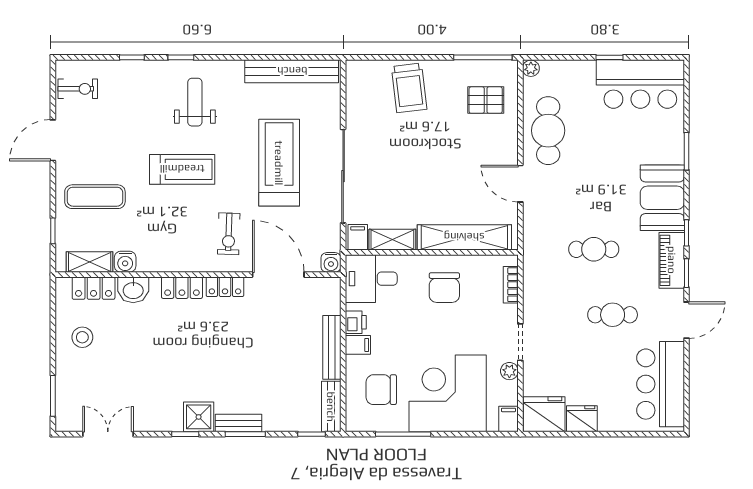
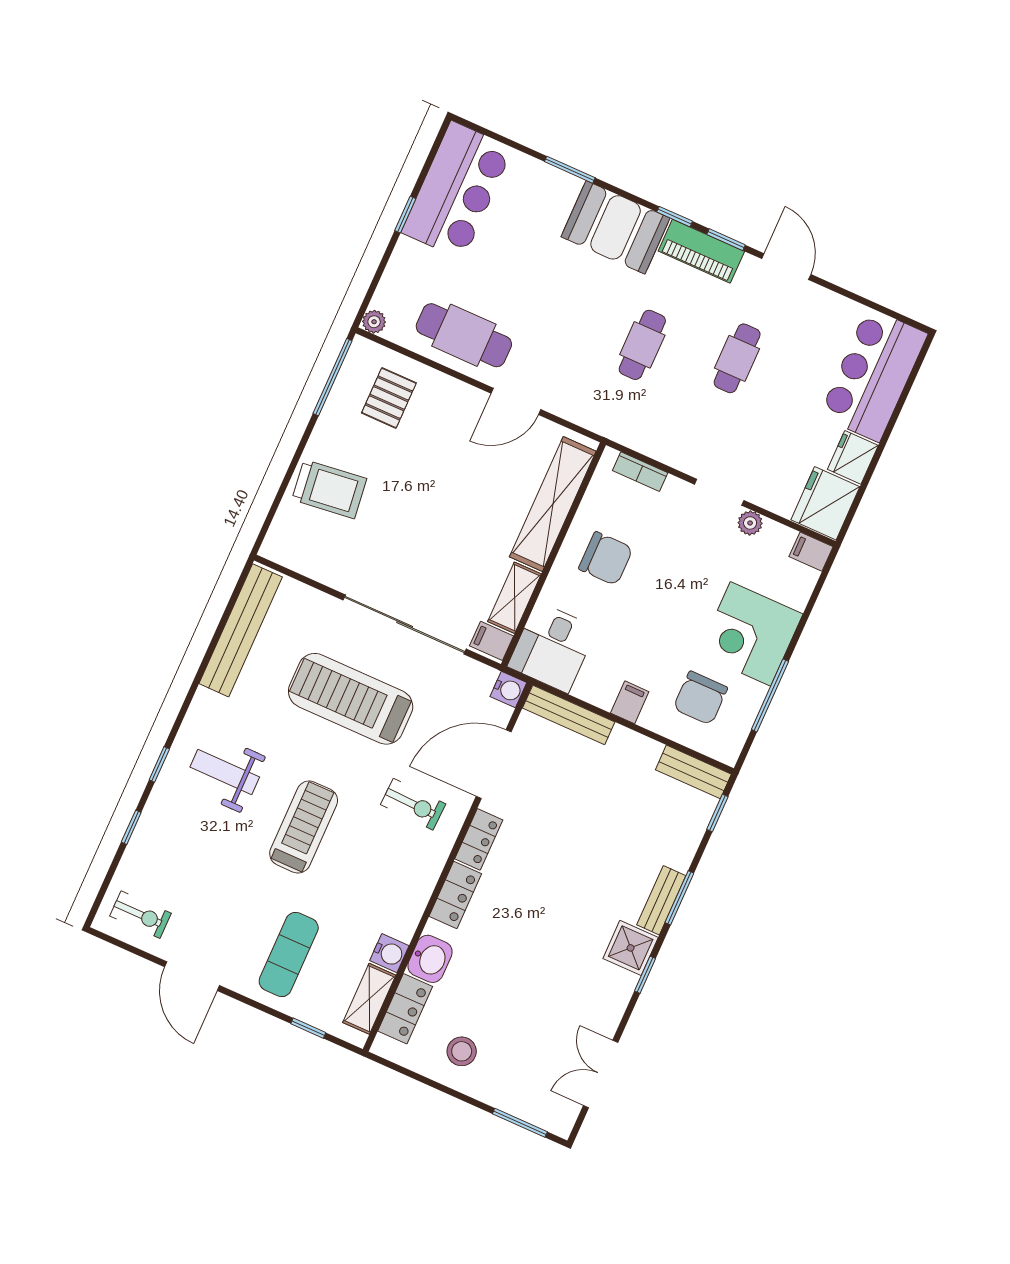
exercise bike: (78, 89) -> (140, 915), turned 90
printer: (356, 322) -> (599, 692), removed
bench: (332, 347) -> (569, 715), moved
bar counter: (661, 384) -> (873, 375), moved, turned 90
corner desk: (448, 393) -> (750, 634), width x0.74, depth x0.74

